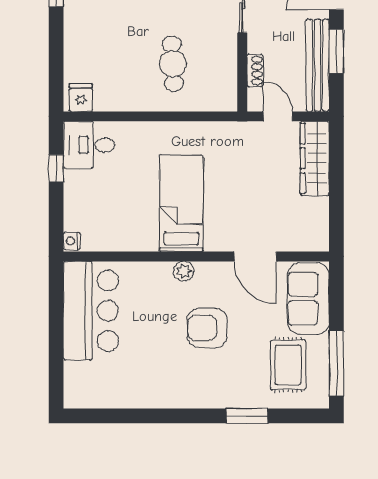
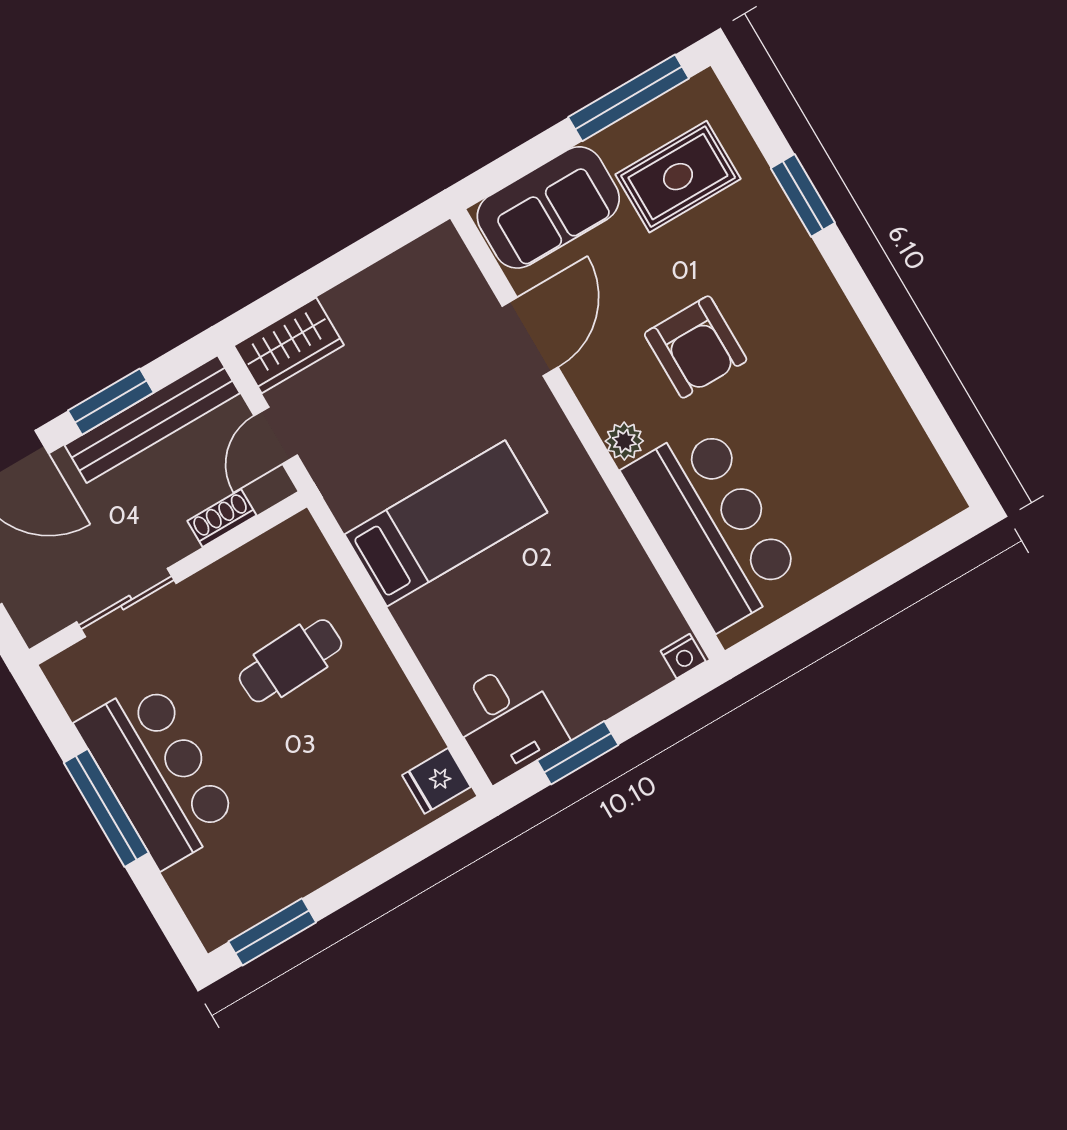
wardrobe: (315, 158) -> (289, 345), width x0.67
window: (56, 168) -> (578, 753), width x1.50
bed: (181, 203) -> (446, 523), moved, turned 180
bar counter: (91, 311) -> (713, 526), moved, turned 90

